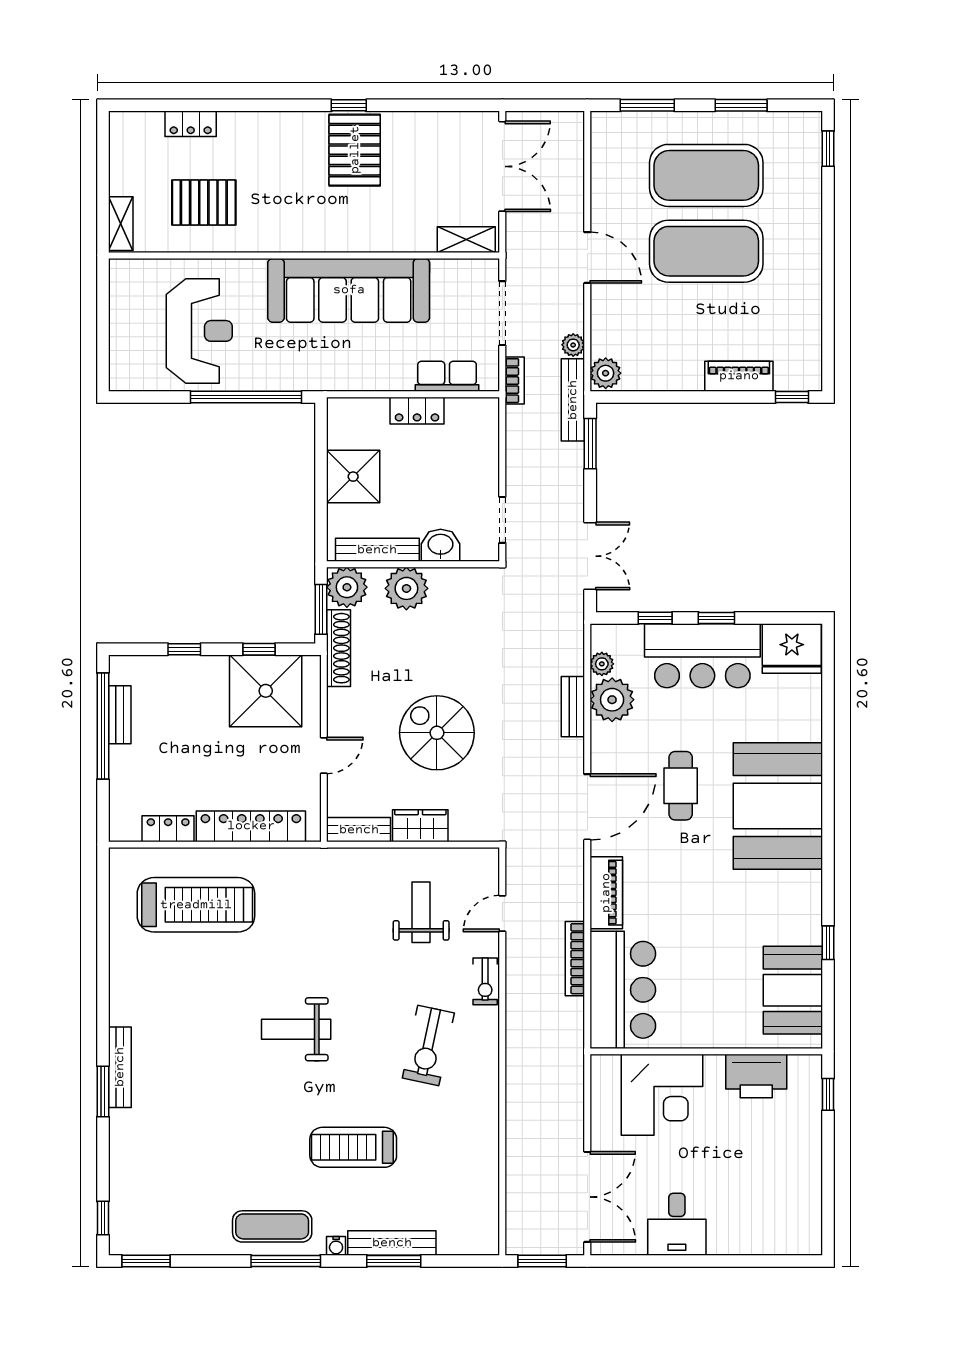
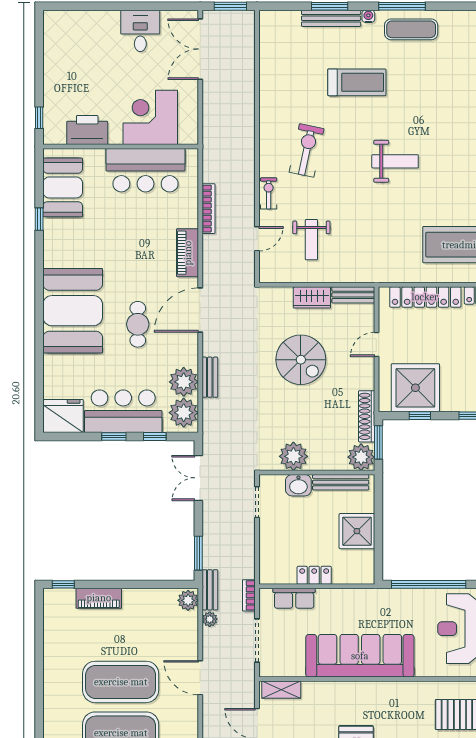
bench: (573, 400) -> (210, 590), width x0.73
plant: (406, 588) -> (293, 456), moved
plant: (602, 664) -> (184, 413), width x1.87, depth x1.87
bar counter: (623, 990) -> (145, 170), moved, turned -90

